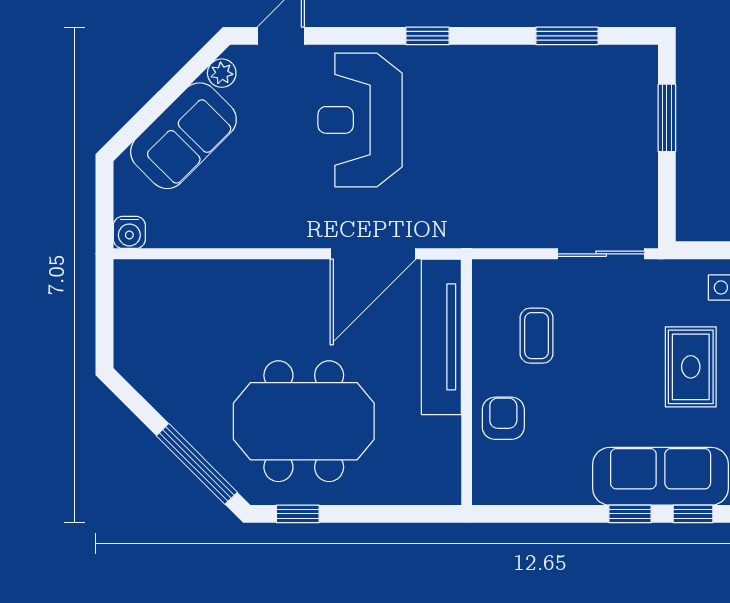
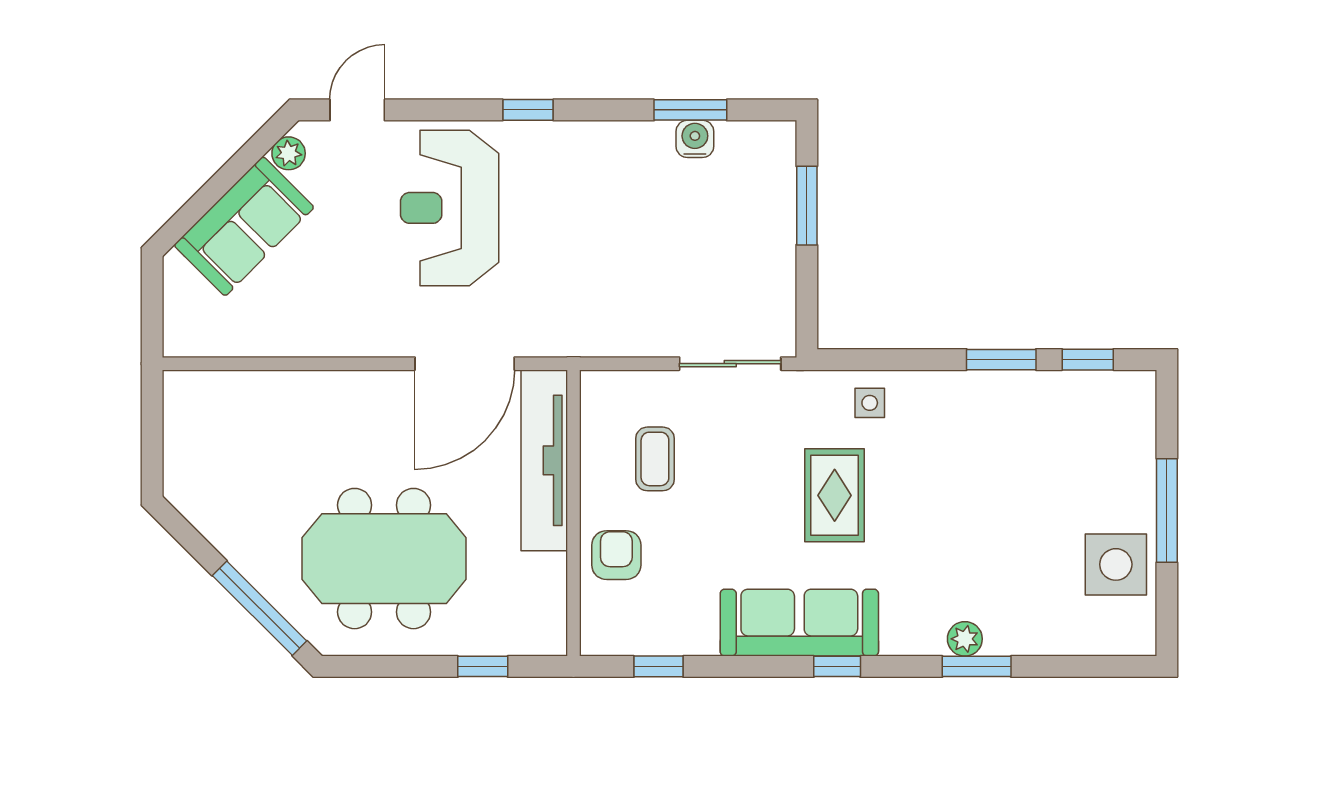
water cooler: (129, 232) -> (695, 139), moved, turned 180
window: (298, 514) -> (483, 666), moved
window: (630, 514) -> (659, 666), moved

